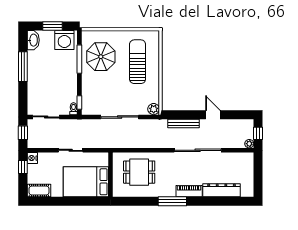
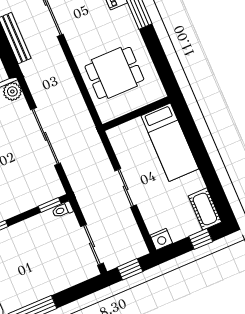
window: (23, 167) -> (201, 239), moved
dining table: (139, 172) -> (114, 73), turned 90
bed: (86, 182) -> (170, 142), width x0.67

